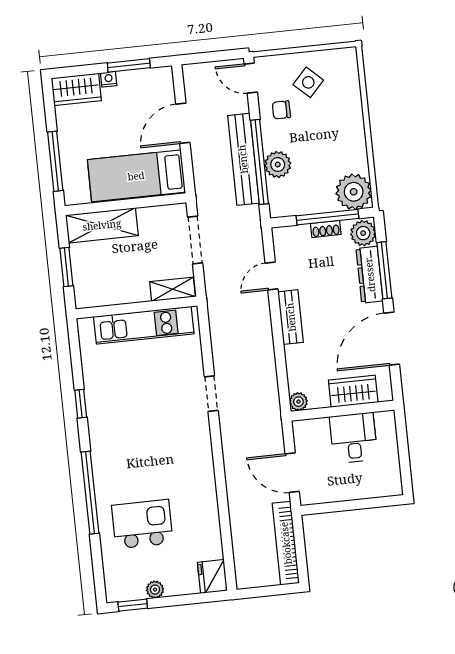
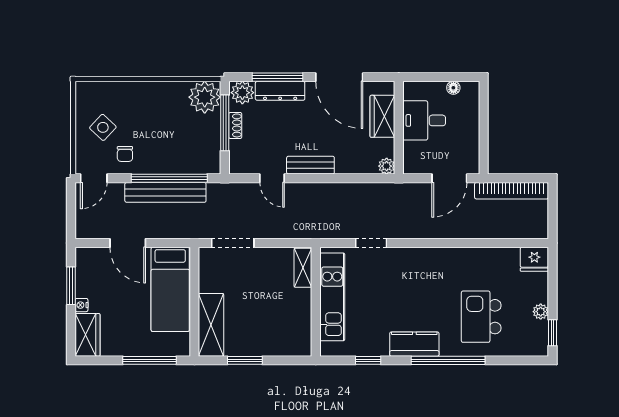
plant: (278, 164) -> (173, 162), removed
shelving: (172, 289) -> (303, 268), moved
wall: (136, 307) -> (316, 302), moved
kitchen unit: (144, 325) -> (332, 297), moved
kitchen counter: (104, 453) -> (414, 344), added
floor lamp: (393, 467) -> (453, 88), added

